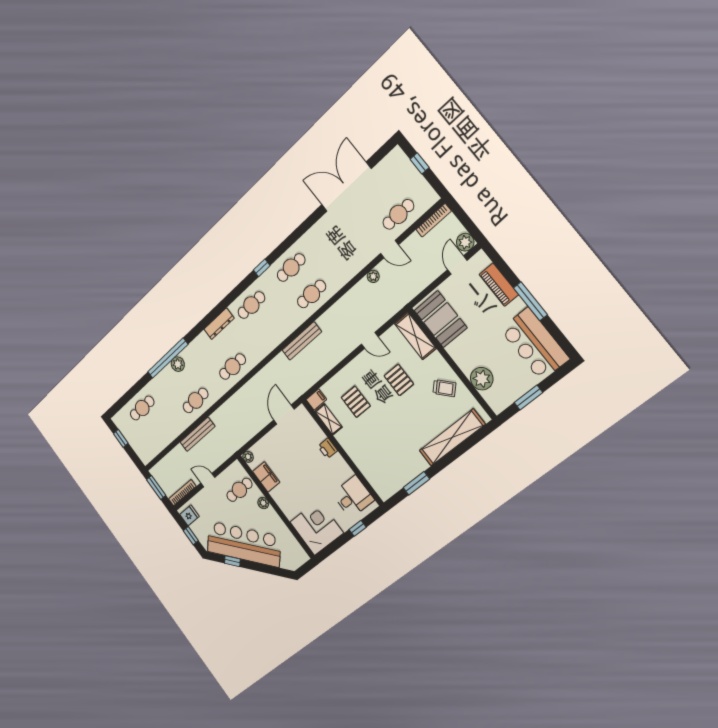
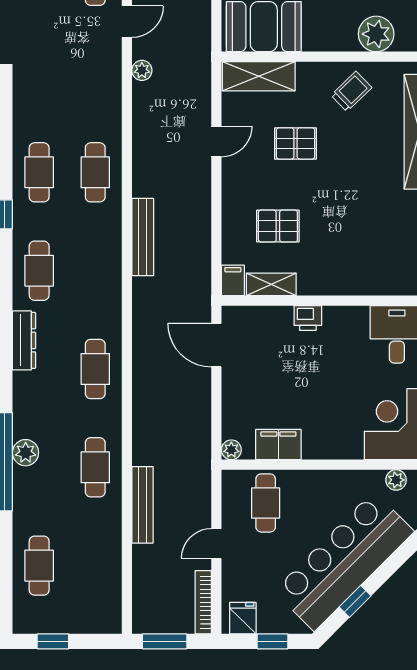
plant: (263, 503) -> (396, 480), moved

